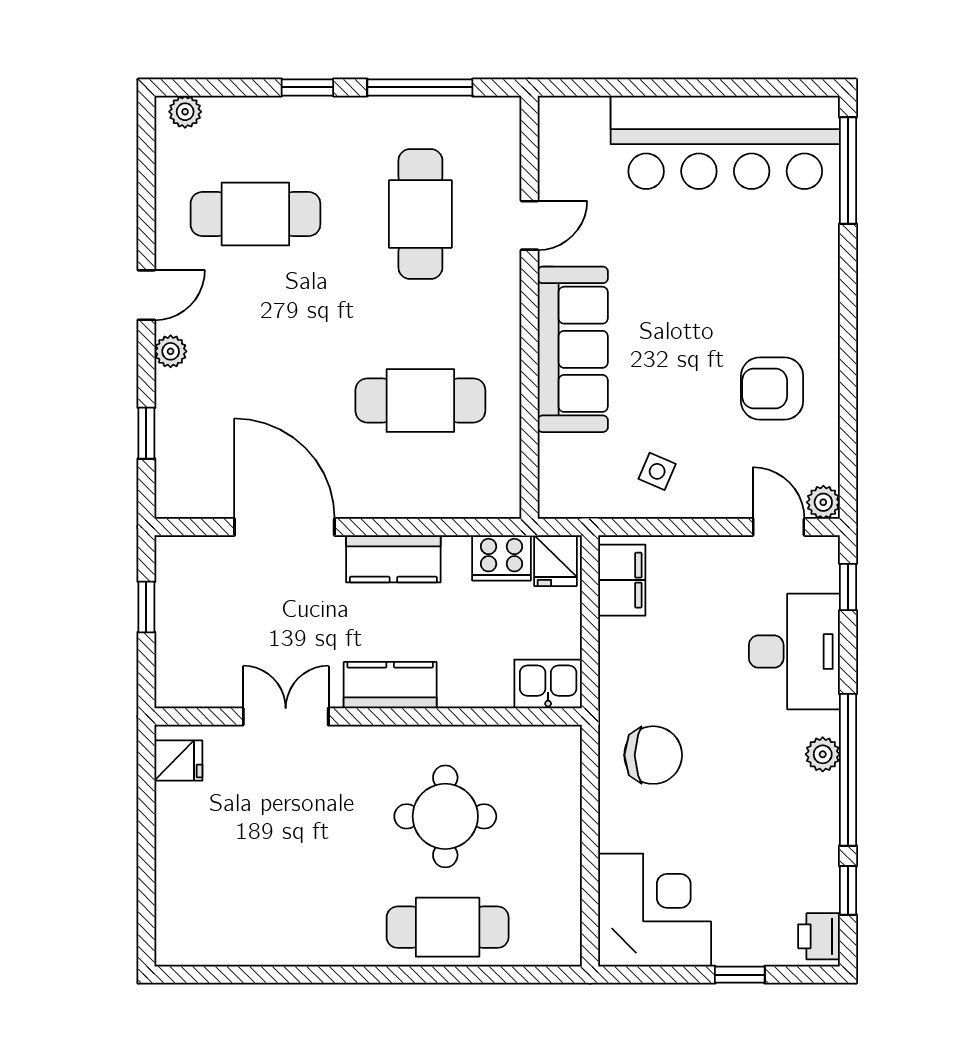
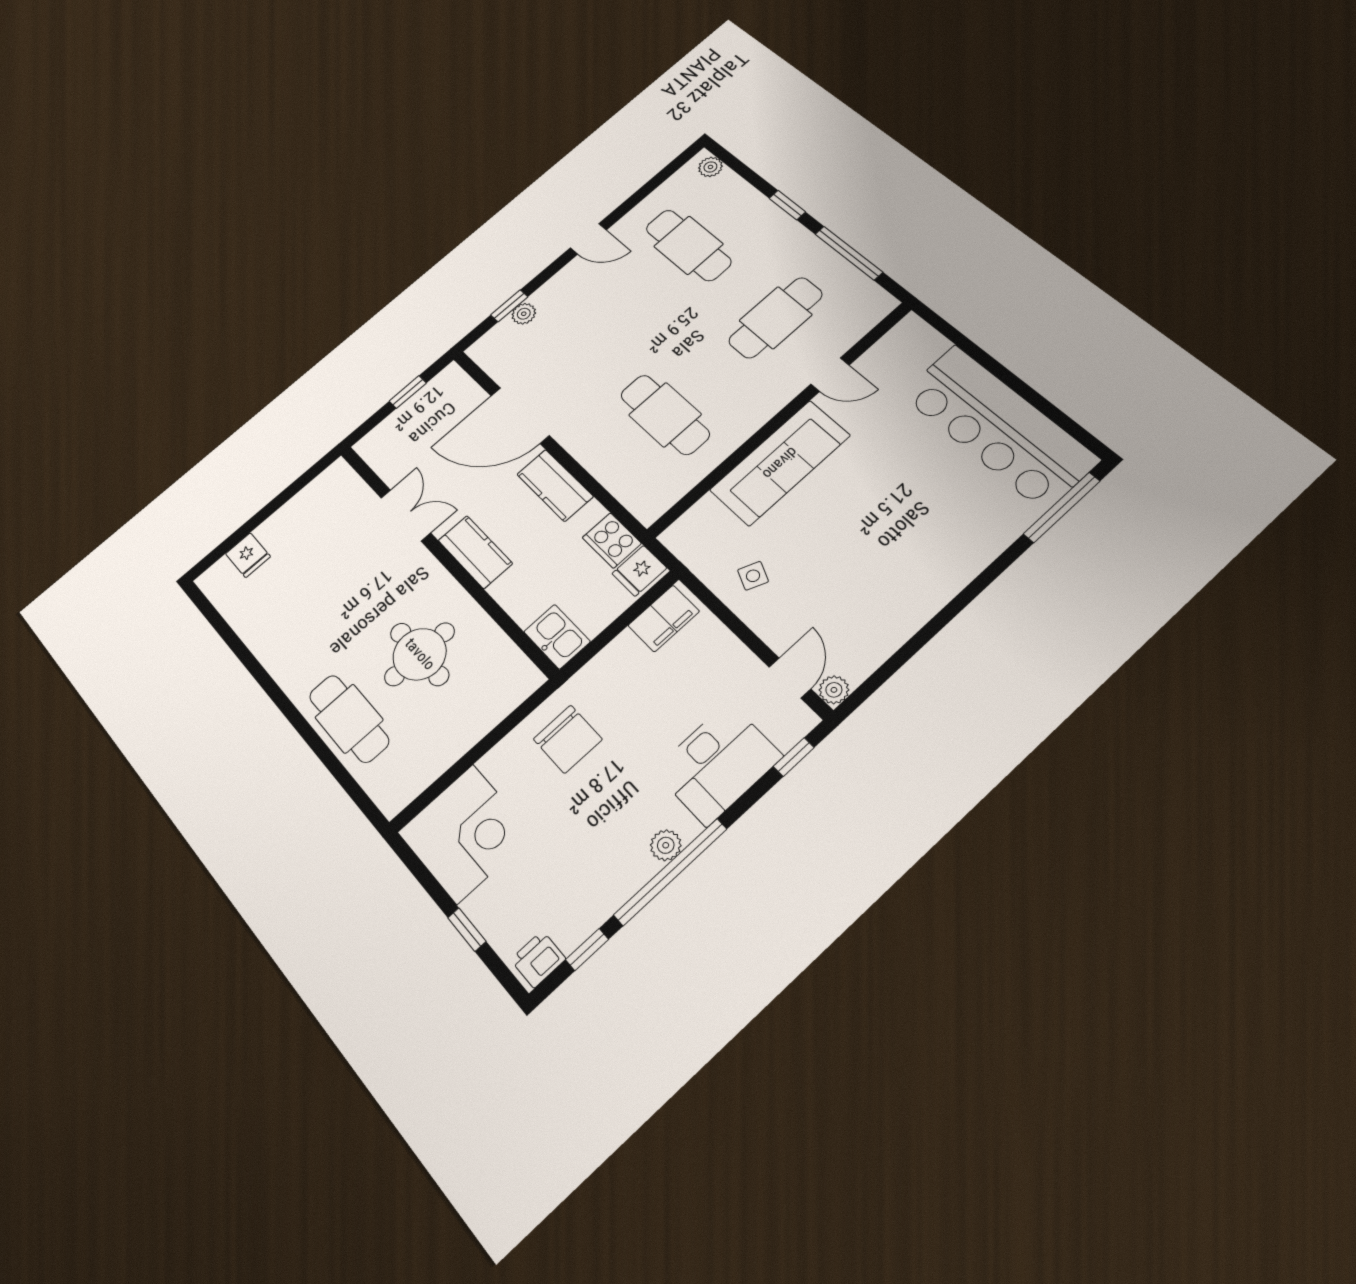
plant: (171, 351) -> (524, 314), moved
armchair: (772, 388) -> (875, 592), removed
door: (284, 527) -> (520, 416), swing flipped
fridge: (178, 761) -> (248, 555), moved

